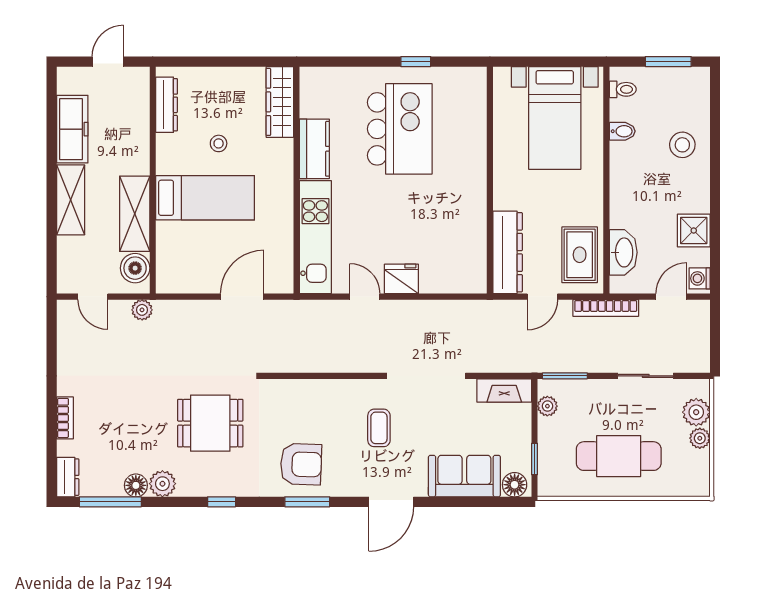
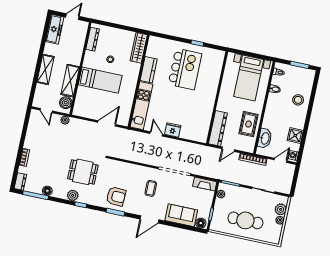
freezer: (72, 129) -> (55, 29), moved
rug: (580, 255) -> (249, 124), moved
plant: (162, 484) -> (73, 195), moved

